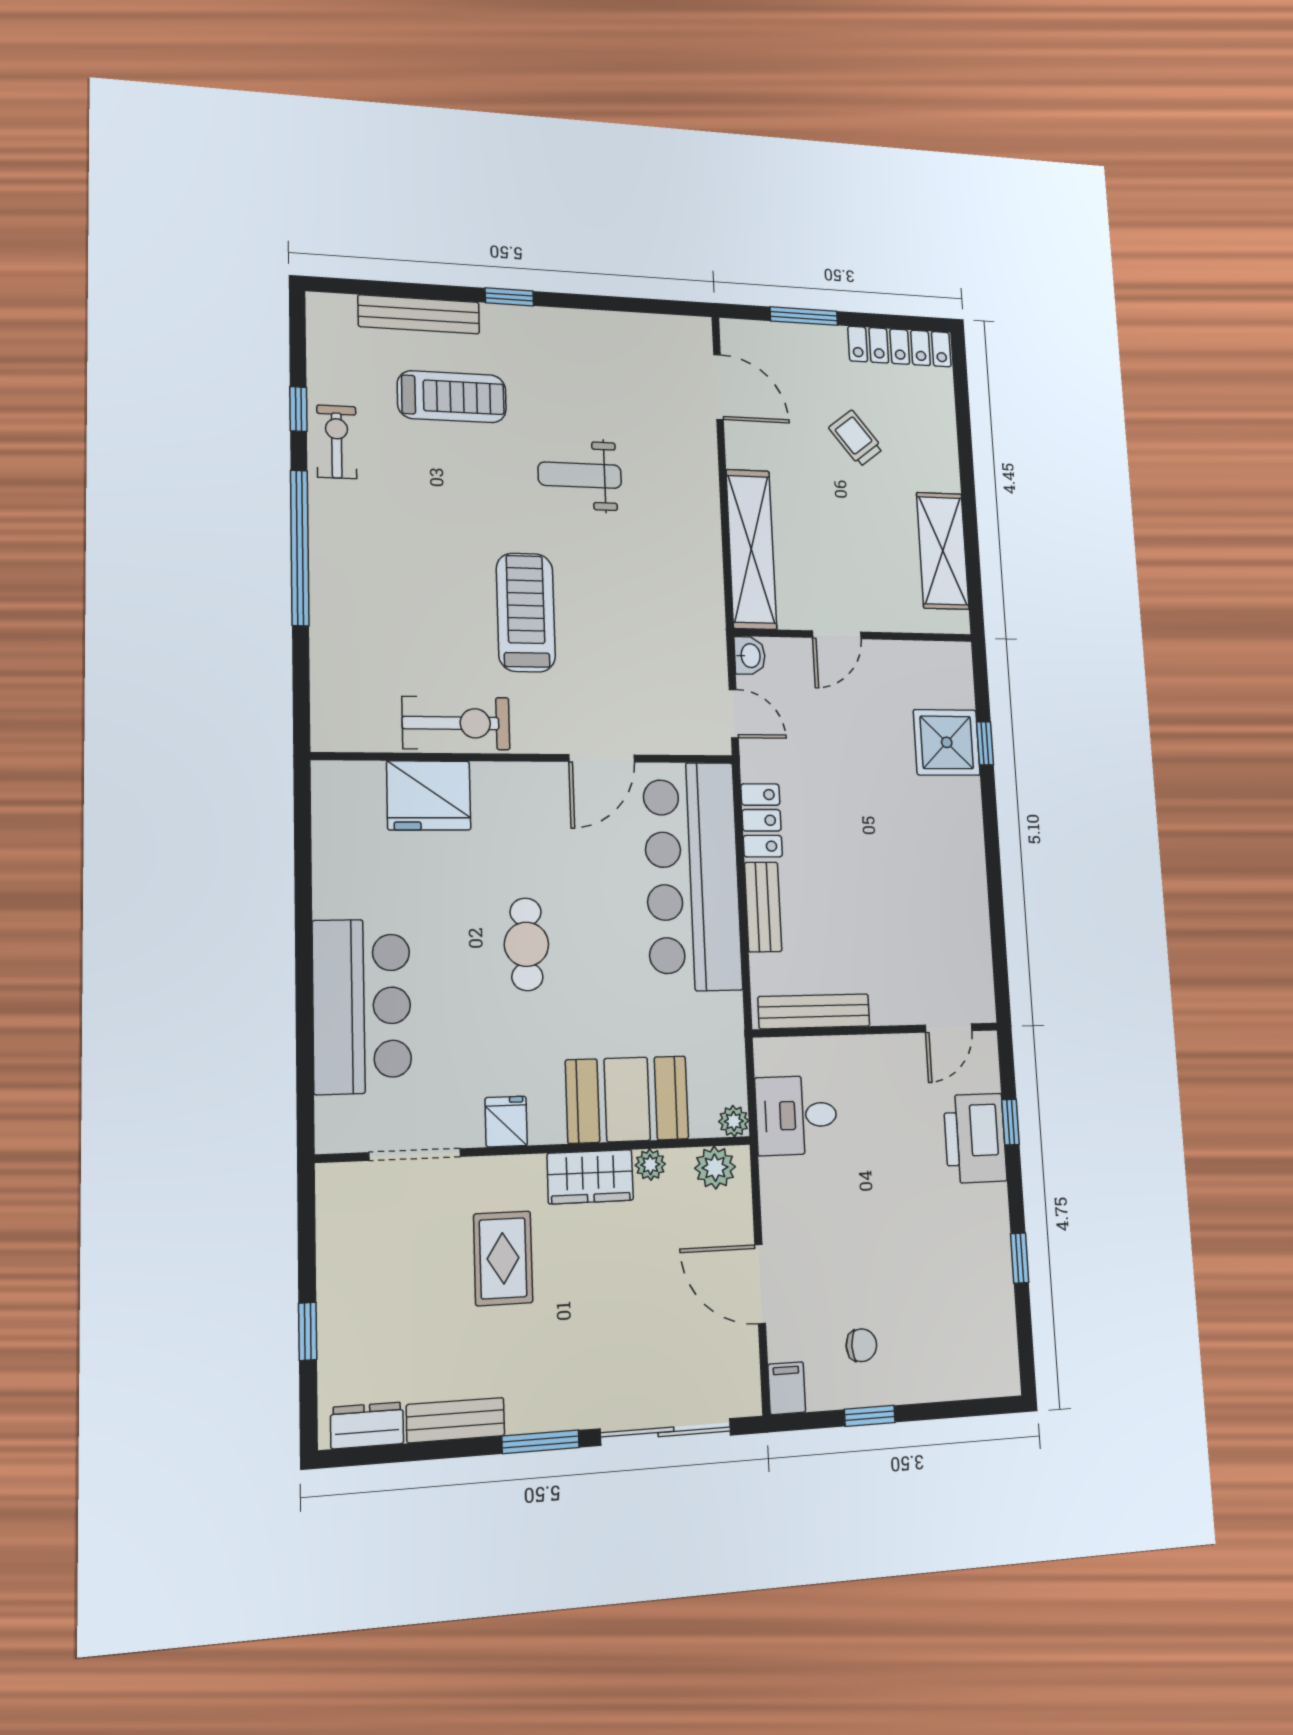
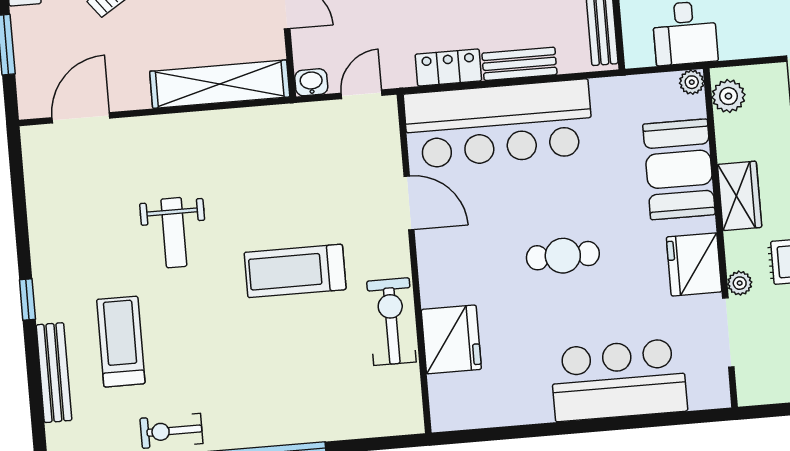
fridge: (506, 1122) -> (694, 264), width x1.88, depth x1.34
plant: (650, 1165) -> (740, 283), moved

